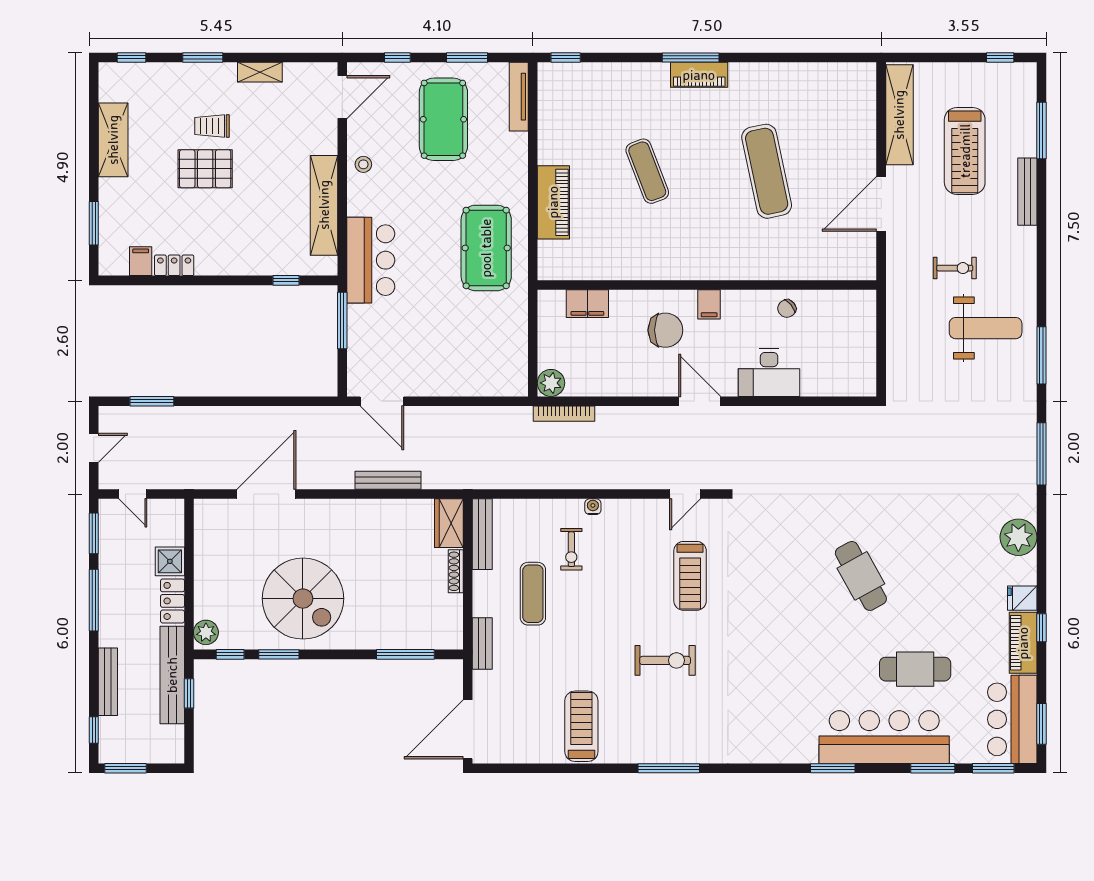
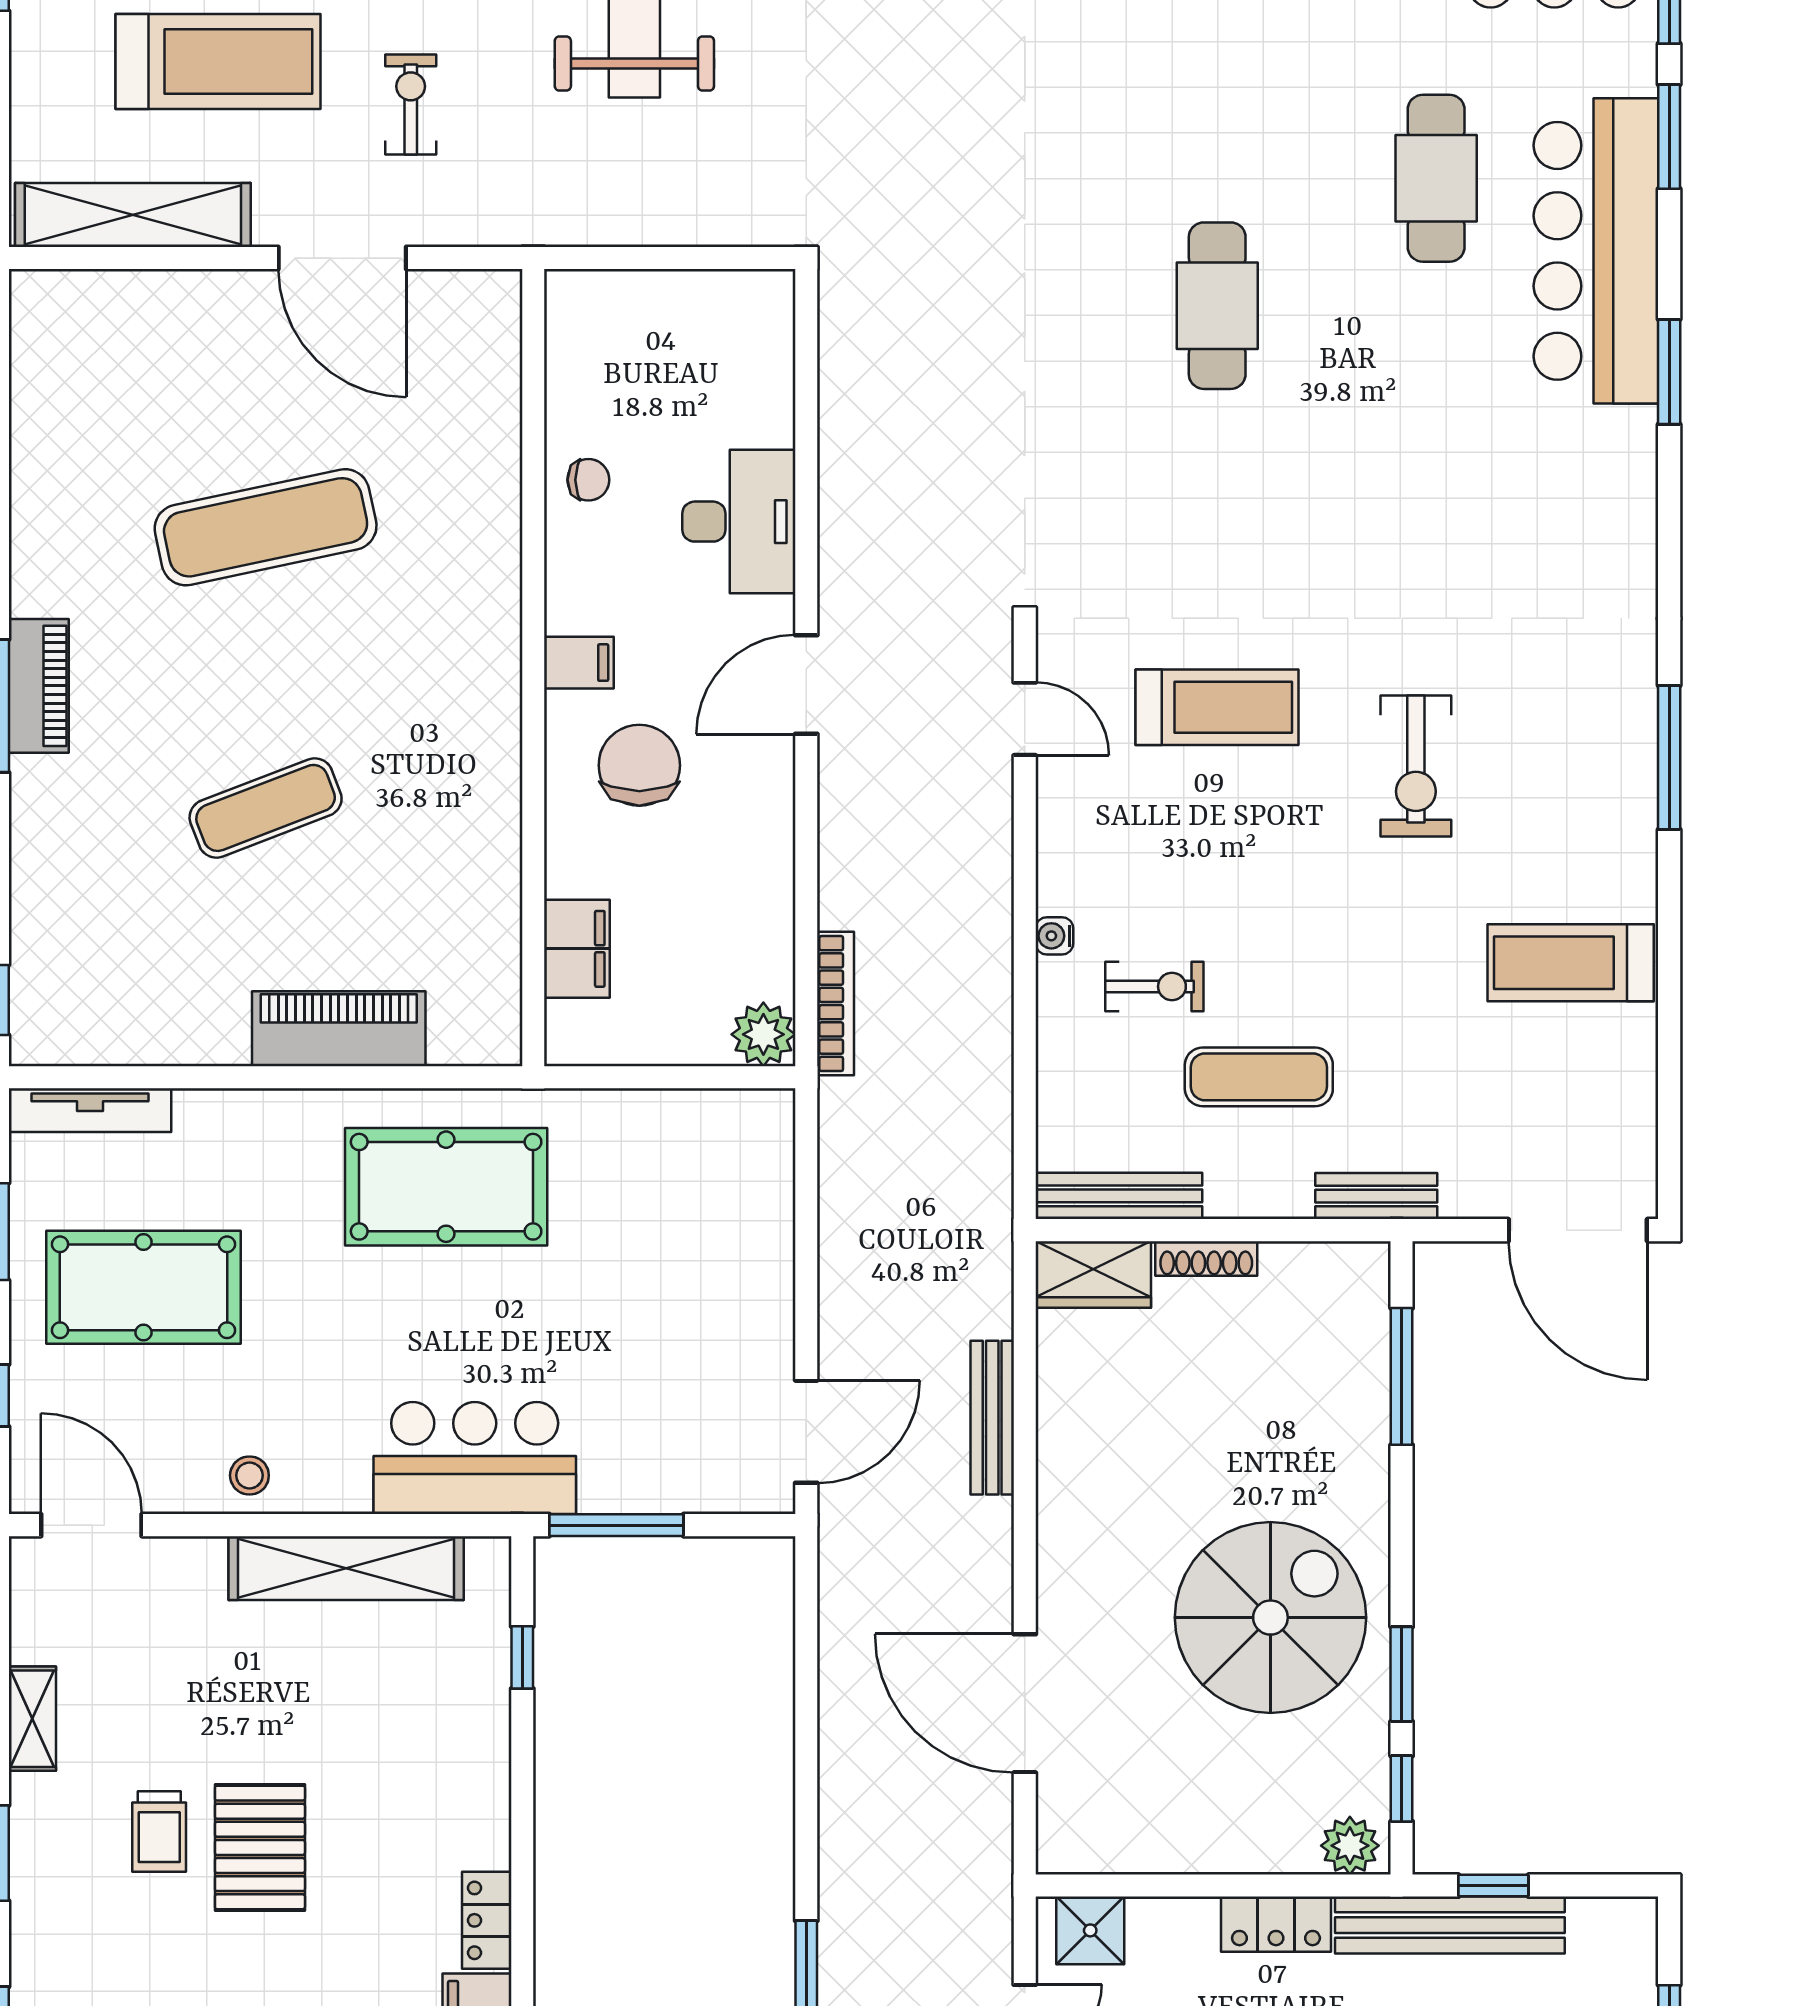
exercise bike: (955, 268) -> (411, 104), moved
chair: (787, 308) -> (588, 480), turned -50
shower: (170, 561) -> (1090, 1930), moved
cafe table: (861, 576) -> (1217, 306), turned -61
exercise bike: (665, 660) -> (1416, 766), turned 180

